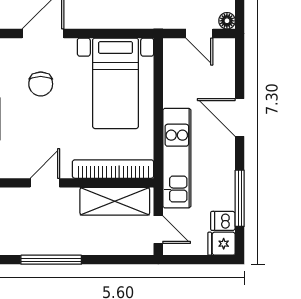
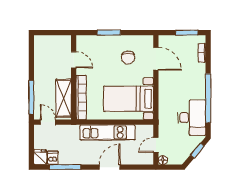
chair: (41, 84) -> (128, 58), turned -90
kitchen unit: (177, 158) -> (107, 132), moved
door: (158, 230) -> (48, 122), swing flipped
window: (51, 260) -> (31, 97), moved

